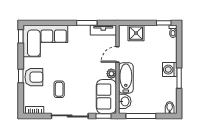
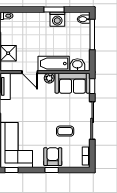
washing machine: (170, 70) -> (57, 19), moved
window: (141, 116) -> (92, 35), moved

